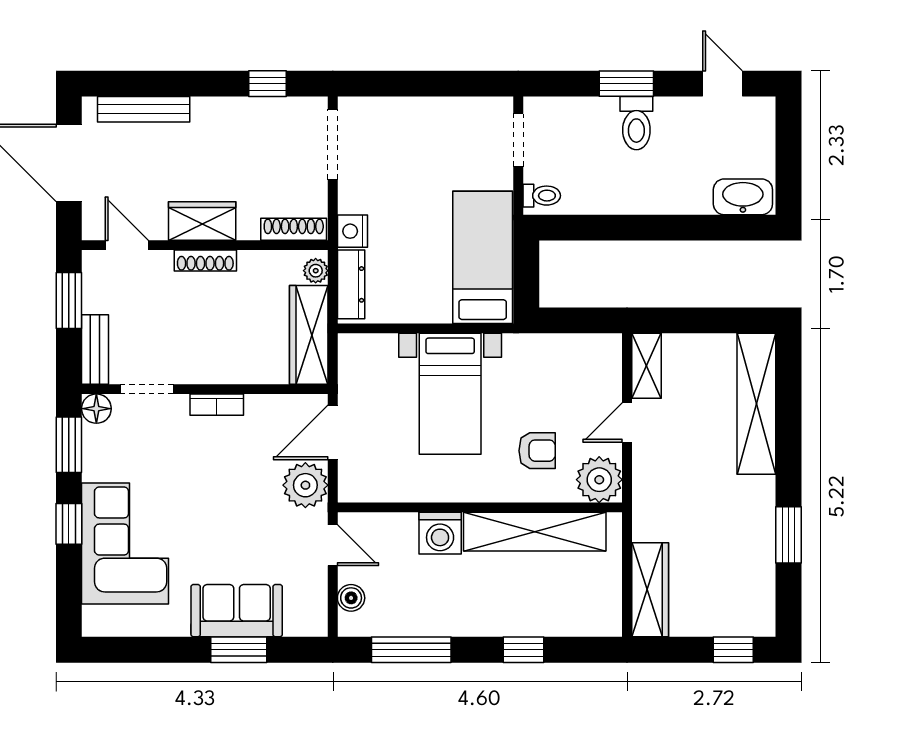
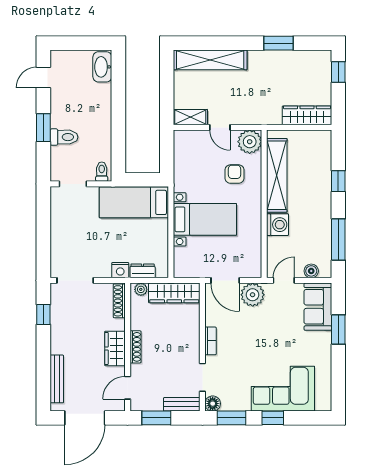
toilet: (636, 123) -> (64, 137), moved
dresser: (351, 284) -> (143, 271), width x0.70
sofa: (237, 611) -> (318, 307), moved

